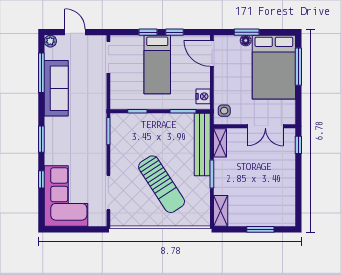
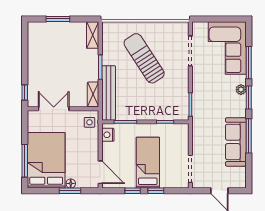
plant: (50, 41) -> (241, 90), moved
window: (41, 73) -> (249, 136), moved
window: (41, 179) -> (249, 63), width x2.17

